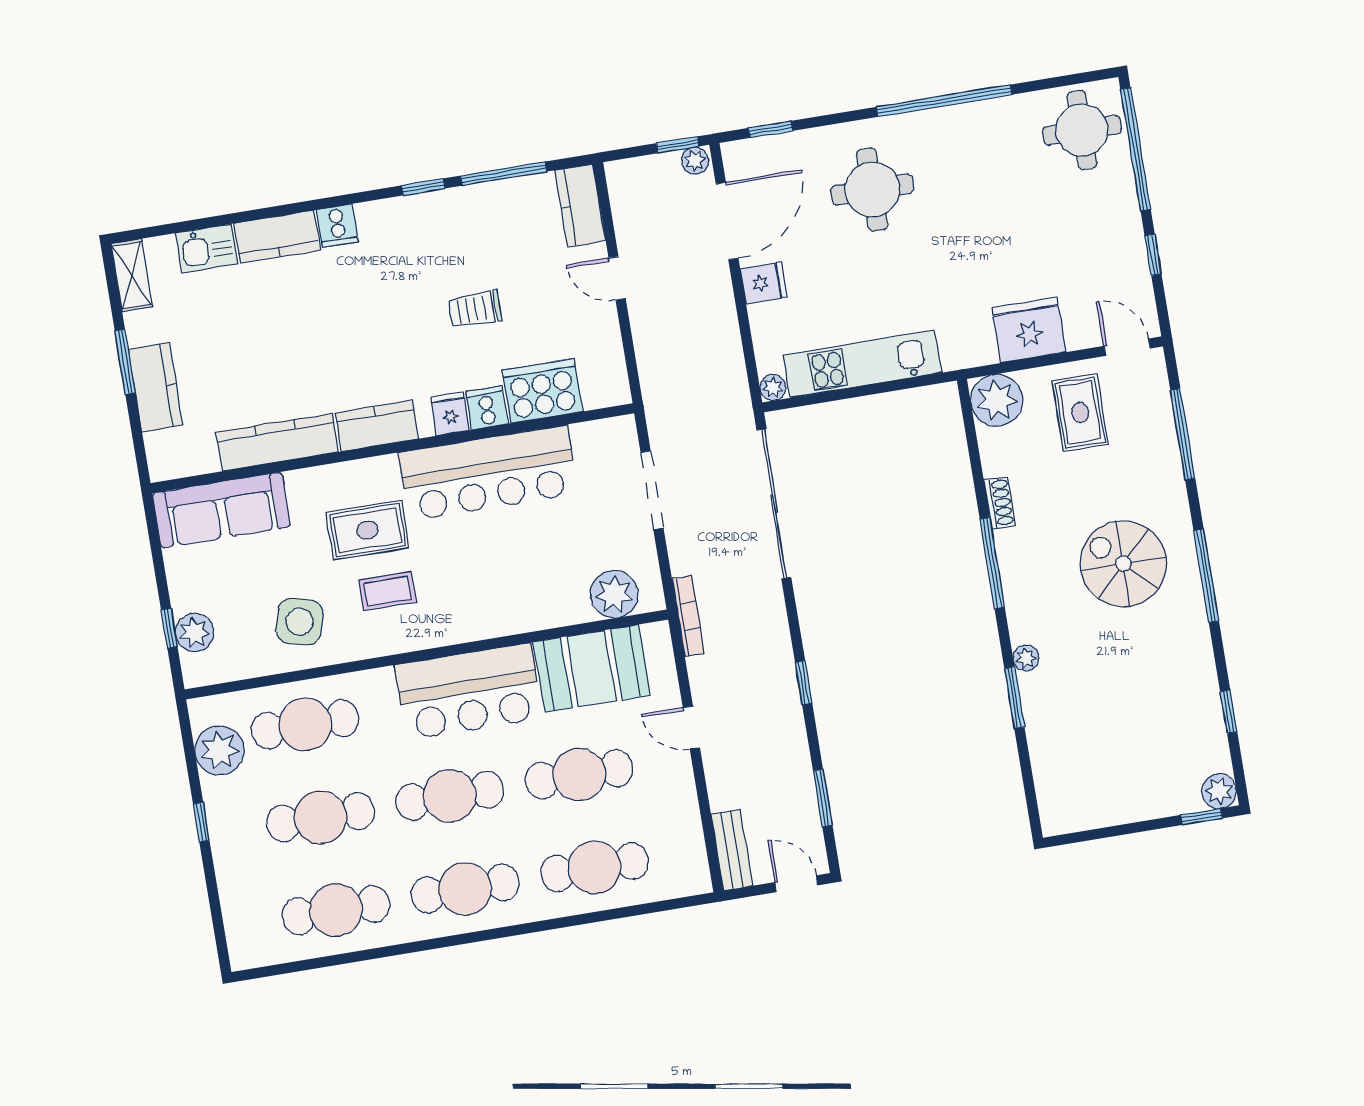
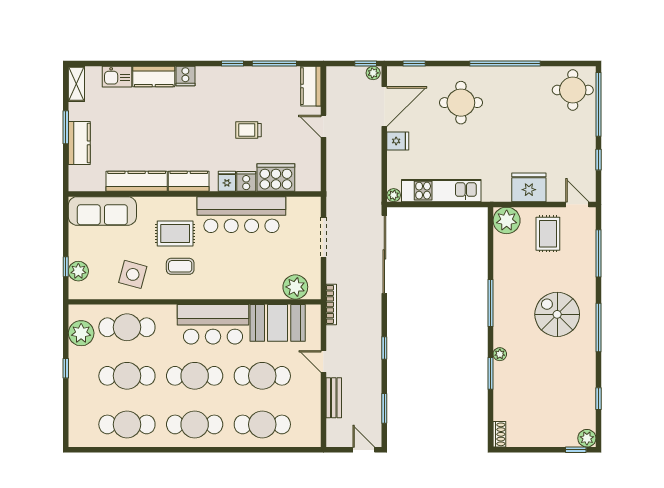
shoe rack: (1000, 503) -> (499, 434), moved
bench: (732, 850) -> (334, 398), moved

